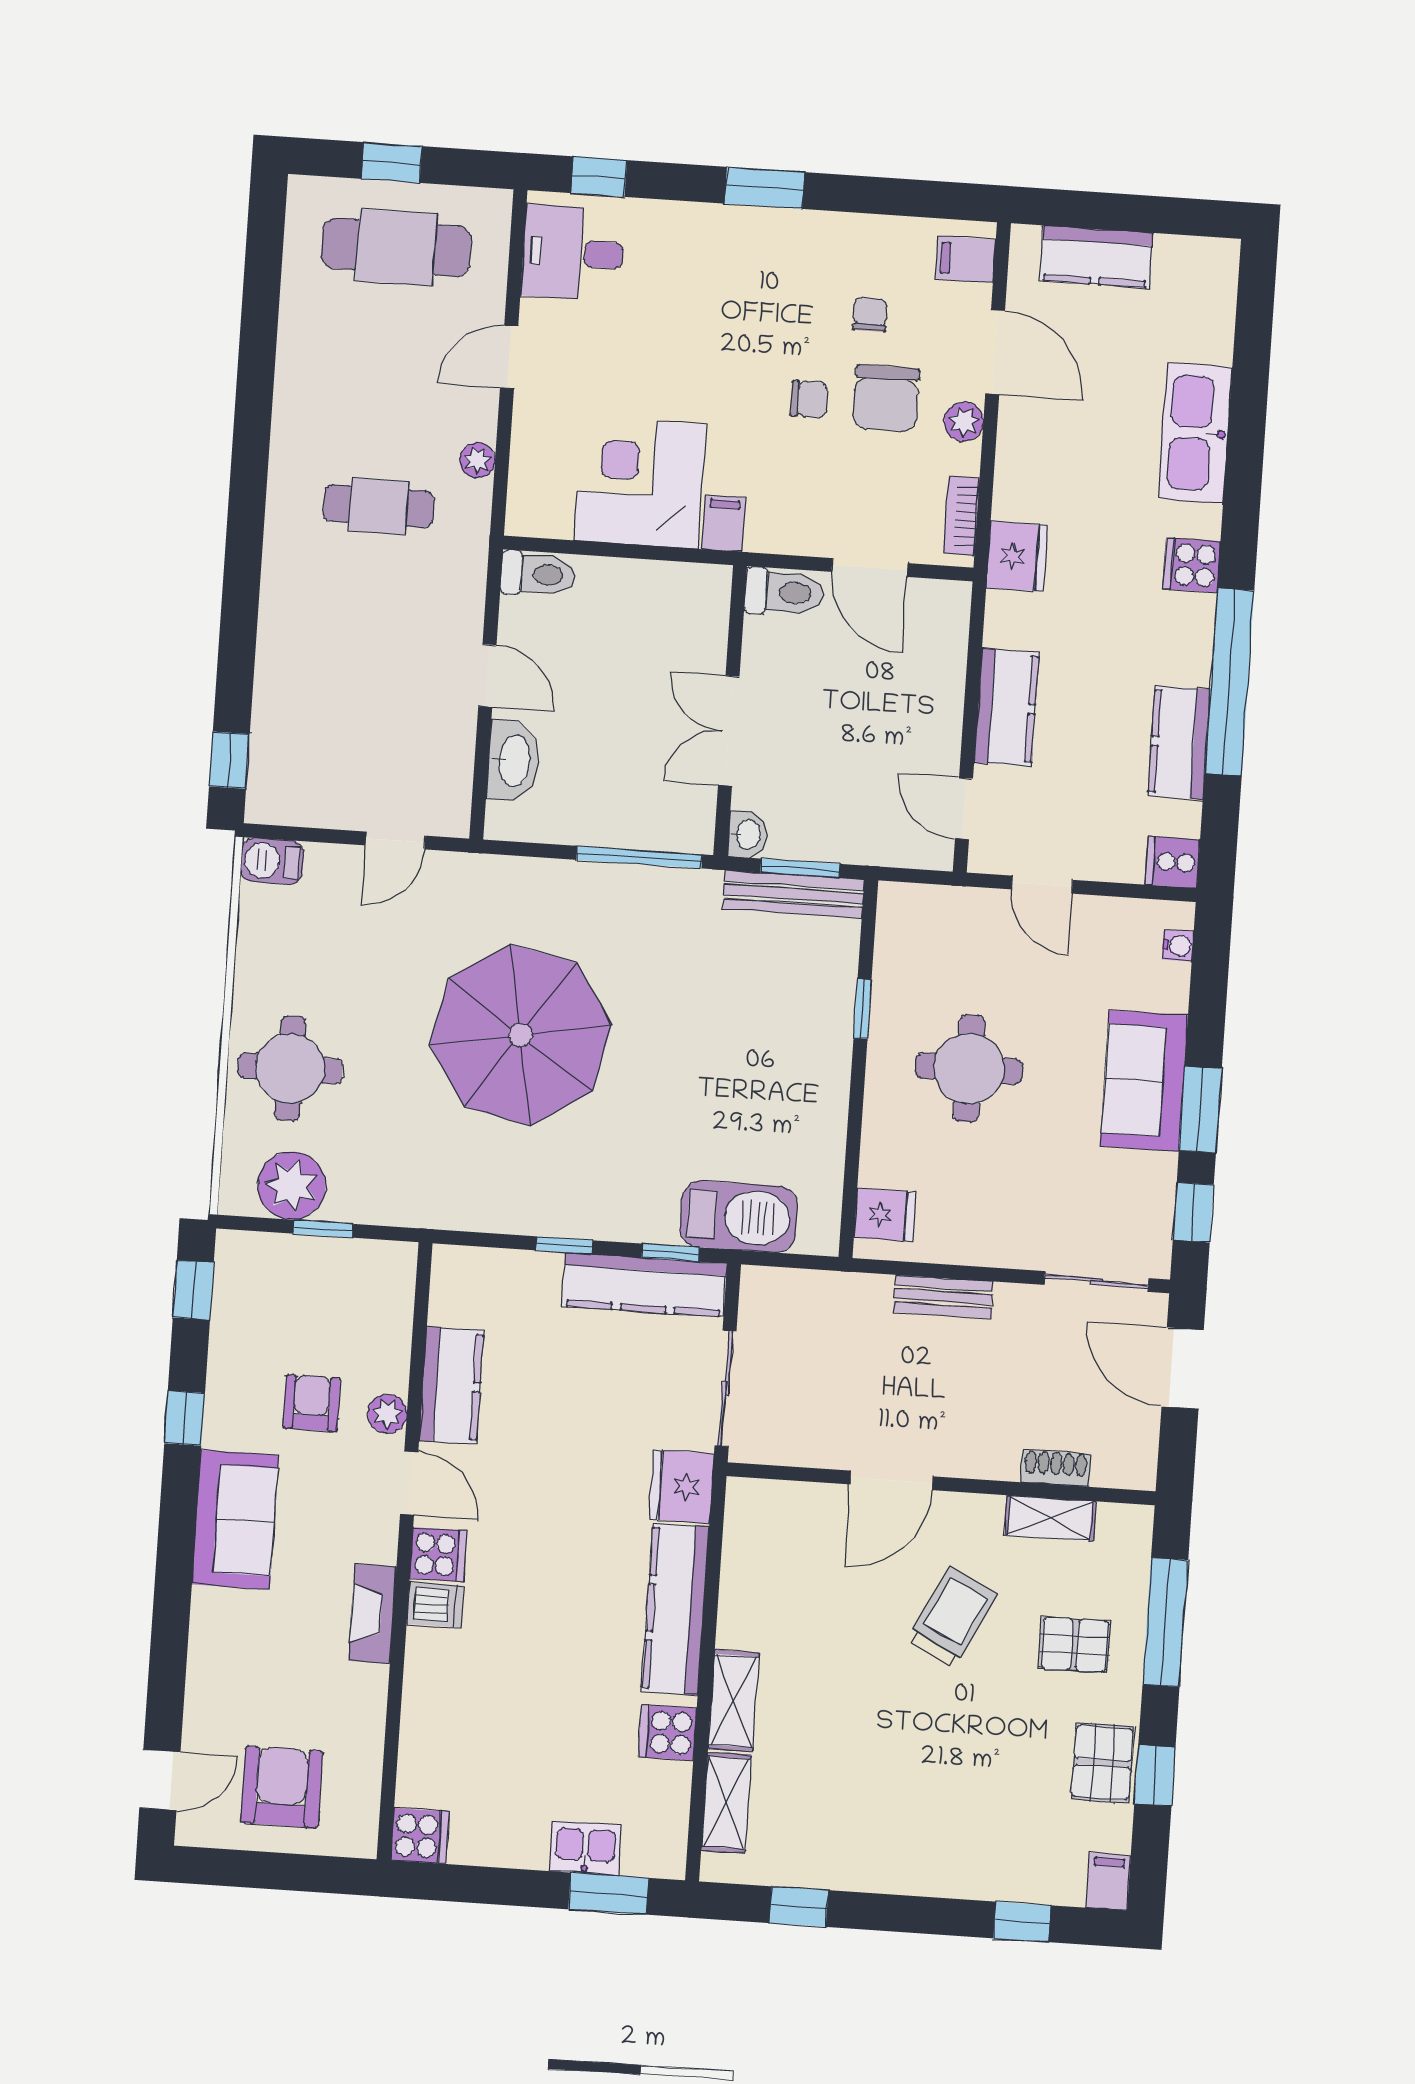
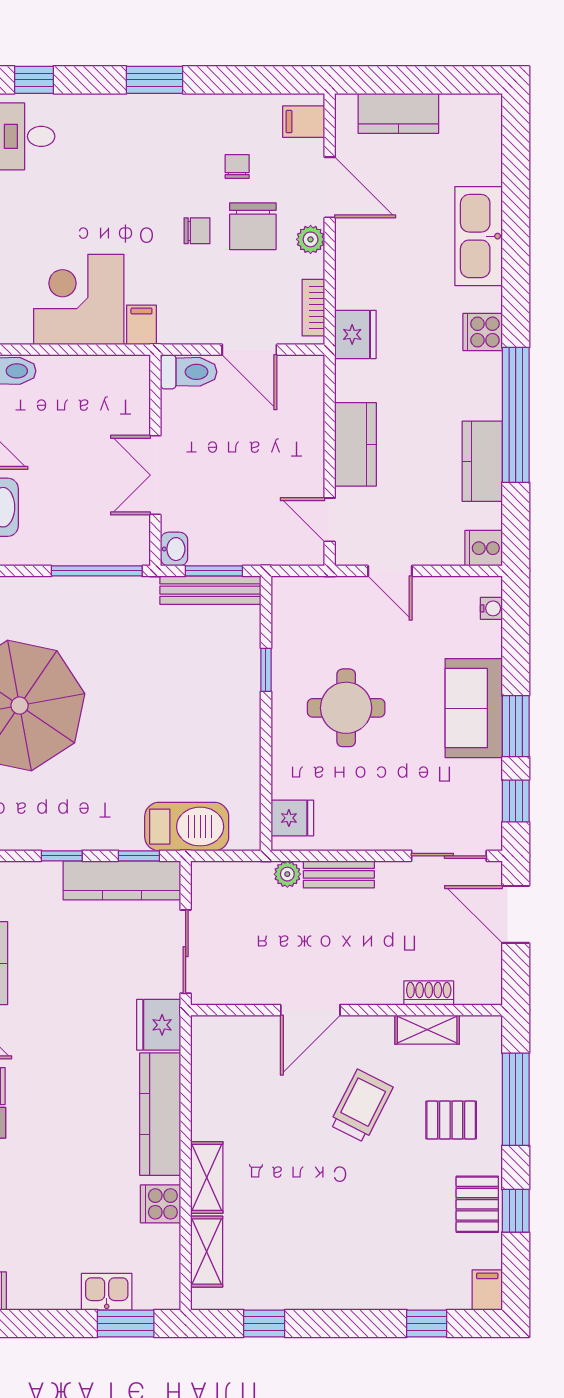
plant: (873, 1292) -> (287, 874), added

